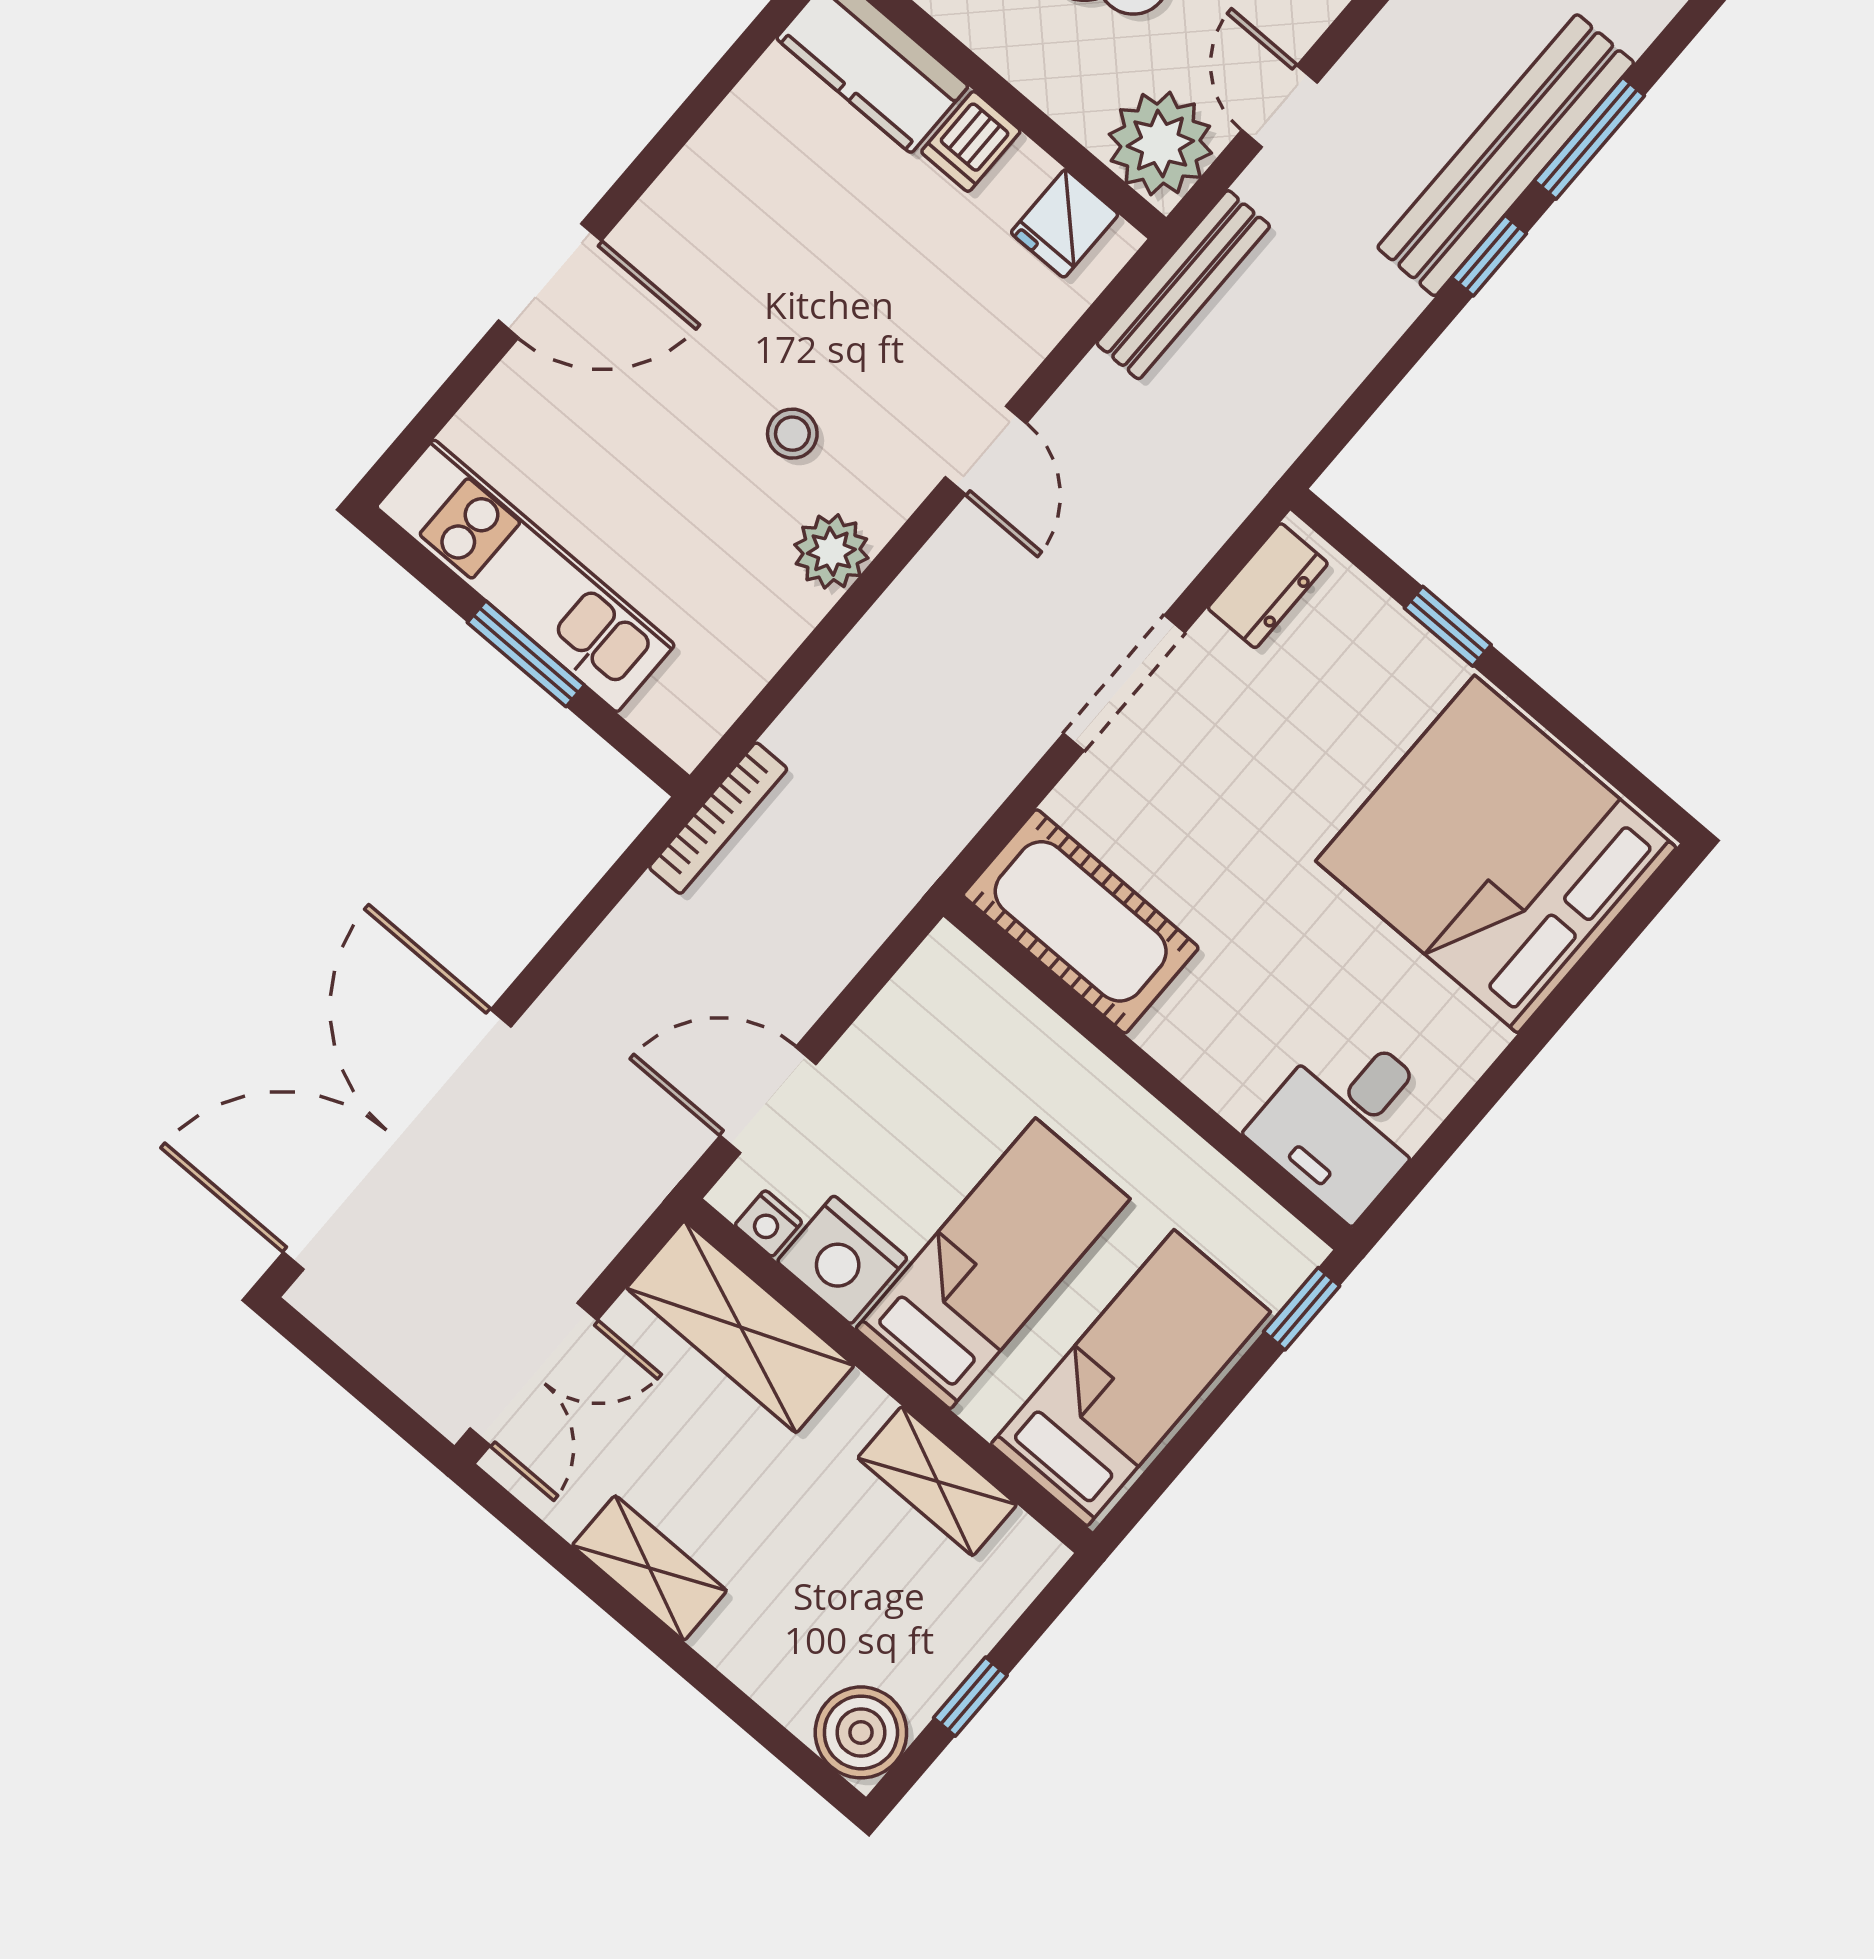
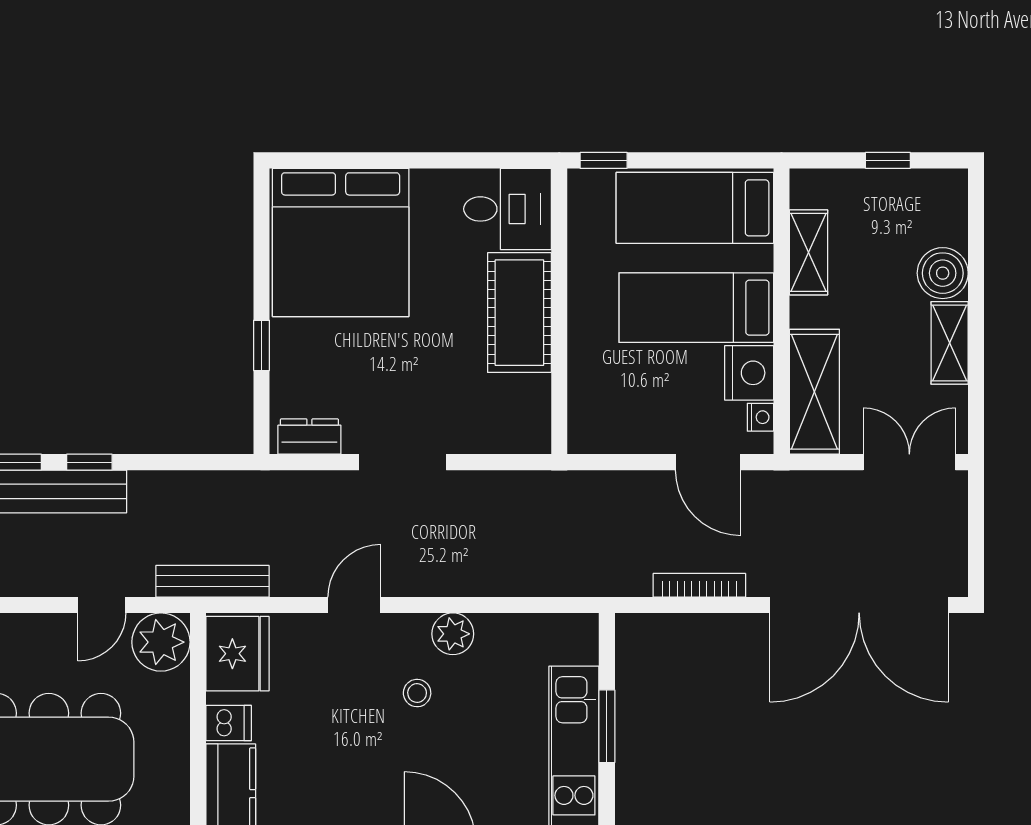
fridge: (1065, 223) -> (237, 654), width x1.88, depth x1.34
bookcase: (718, 818) -> (699, 585), moved
cot: (1081, 921) -> (519, 313), moved
boiler: (861, 1732) -> (943, 273), moved

